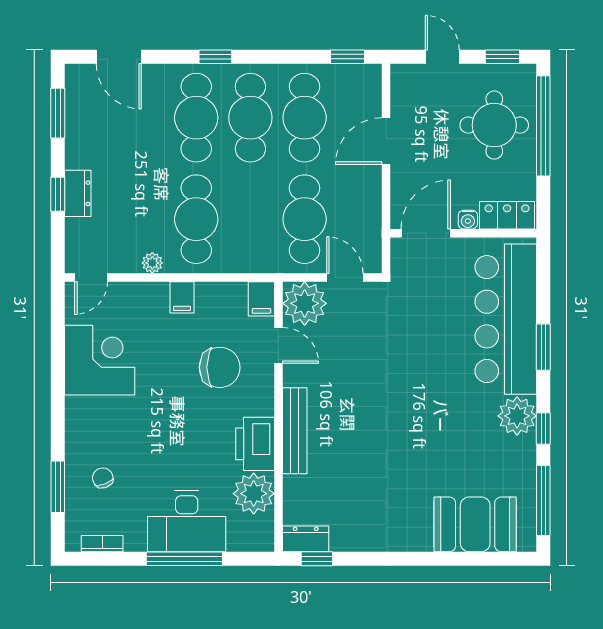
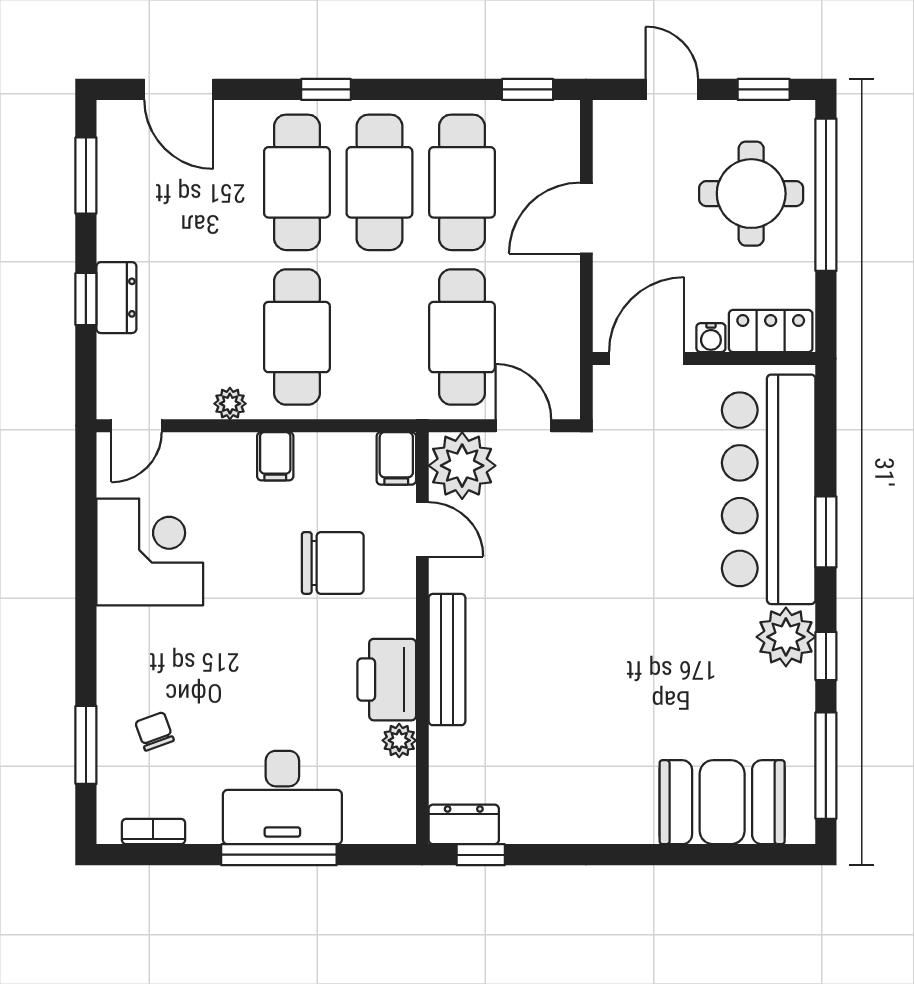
plant: (254, 494) -> (399, 740), width x0.53, depth x0.53

